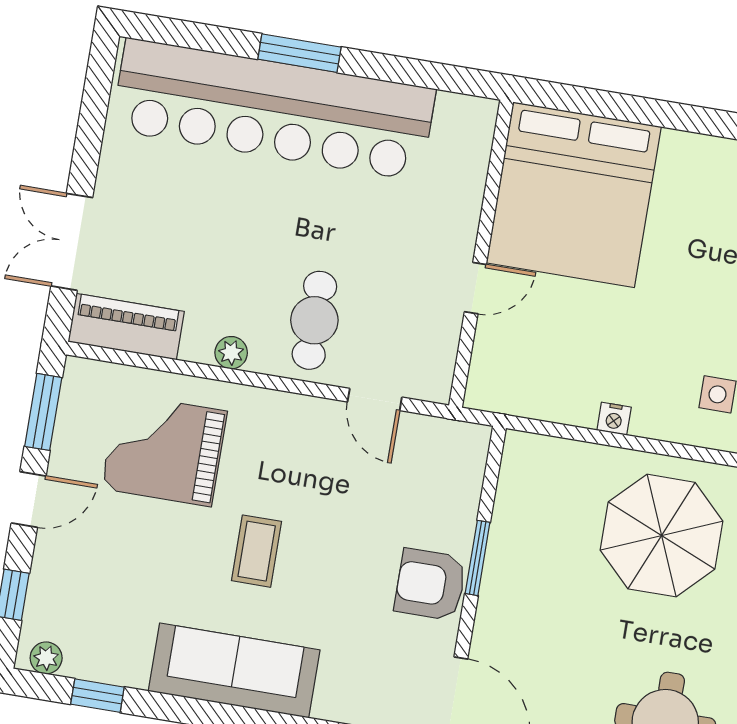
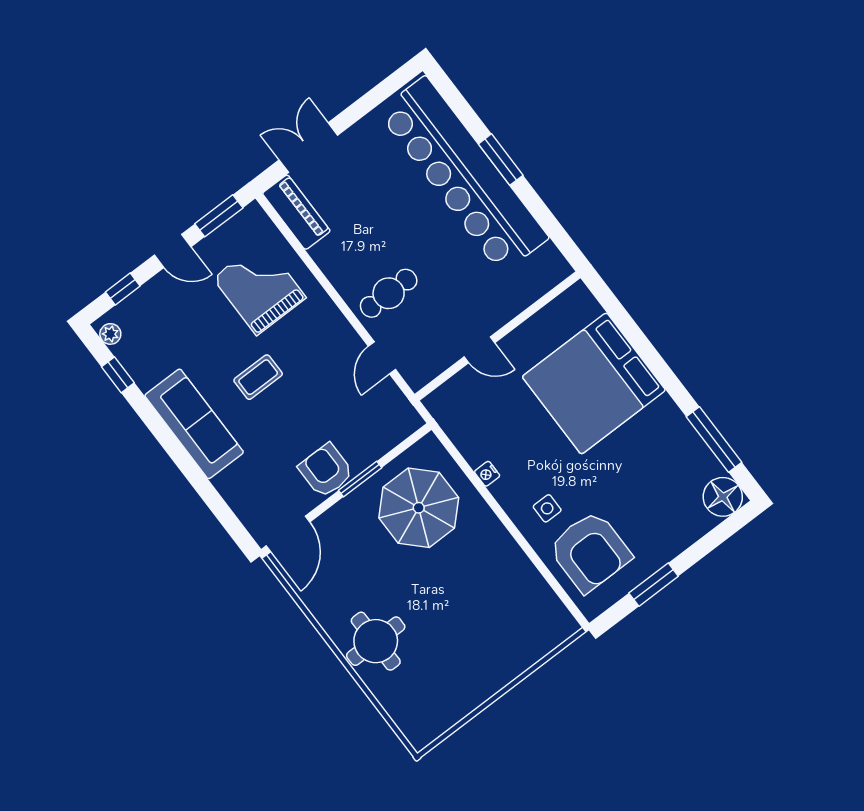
bed: (574, 195) -> (594, 383), moved
plant: (231, 353) -> (335, 271), removed
parasol: (662, 536) -> (419, 508), moved

